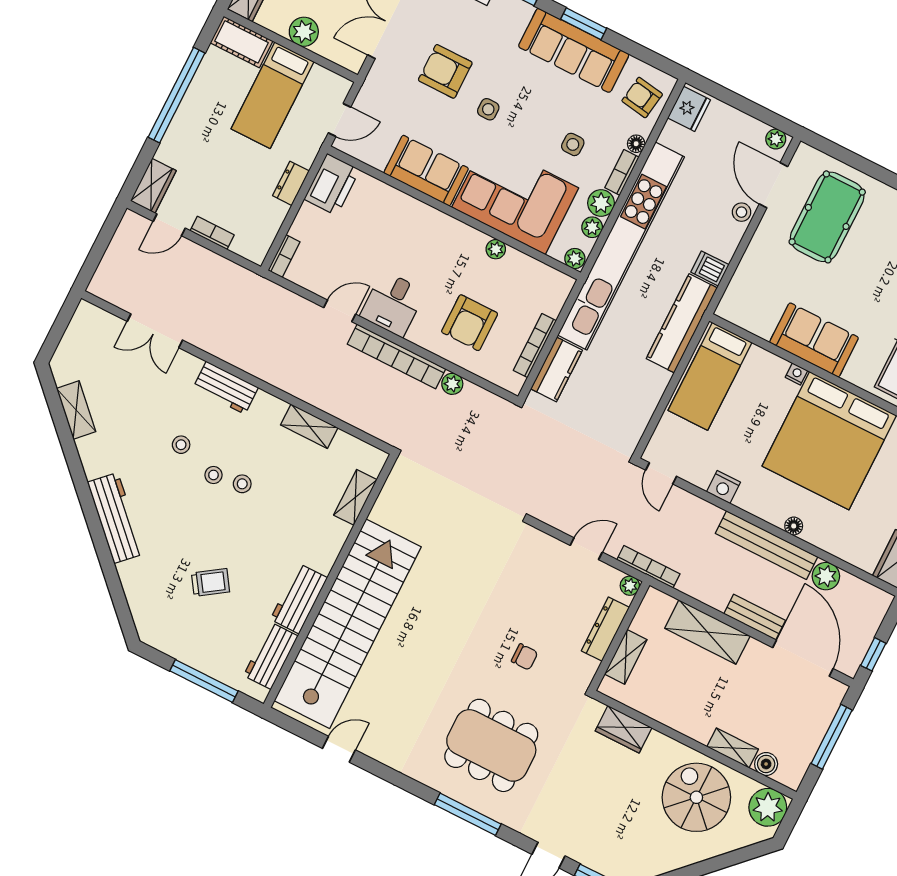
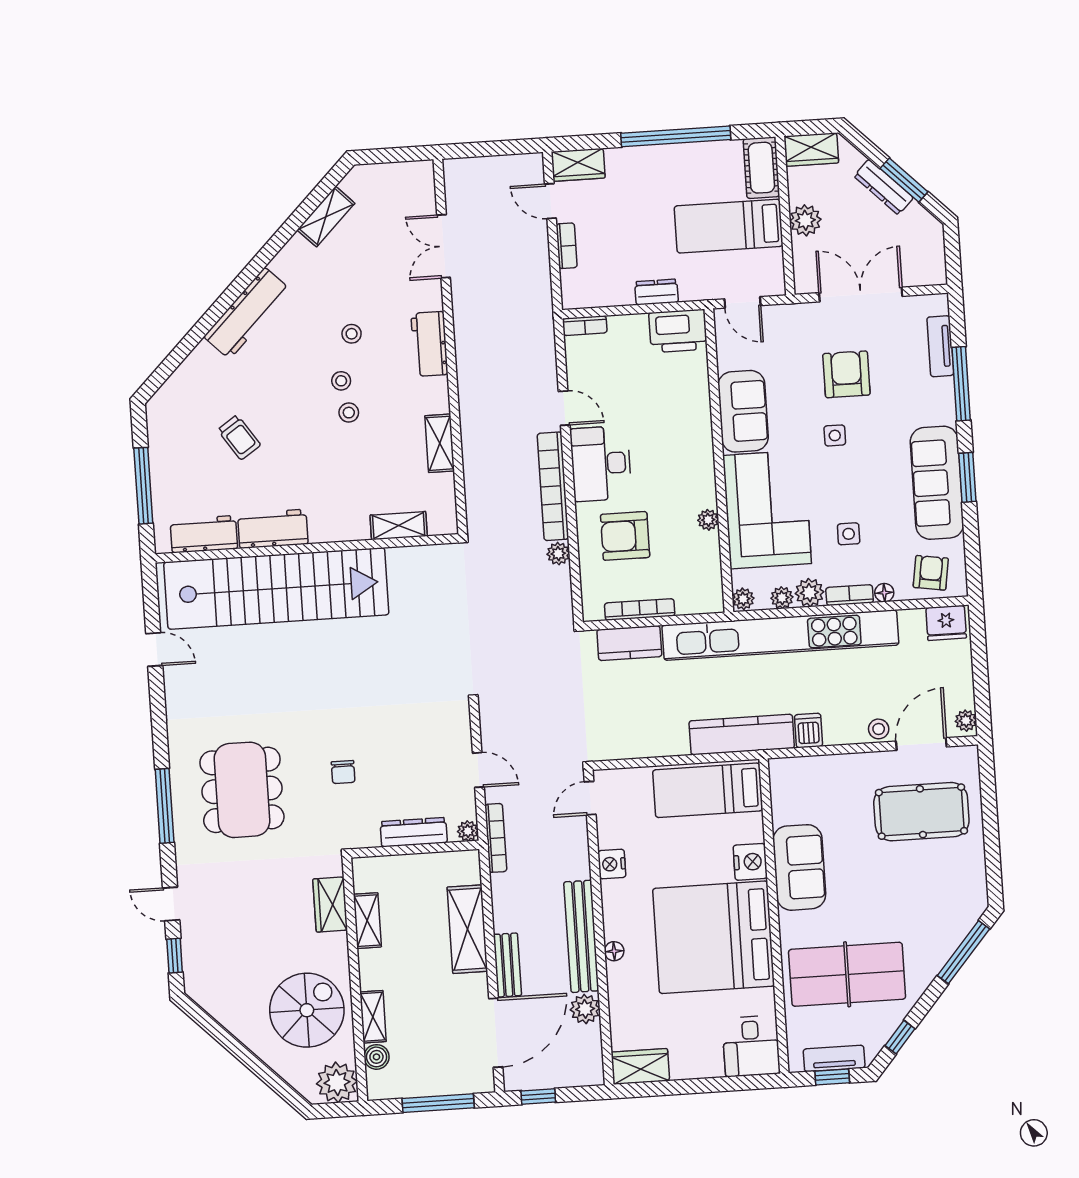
desk: (393, 304) -> (601, 464), width x1.37
nightstand: (796, 374) -> (750, 862), width x1.89, depth x1.79
shelving: (626, 657) -> (367, 921), moved, turned 90

